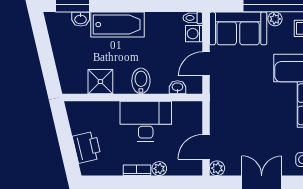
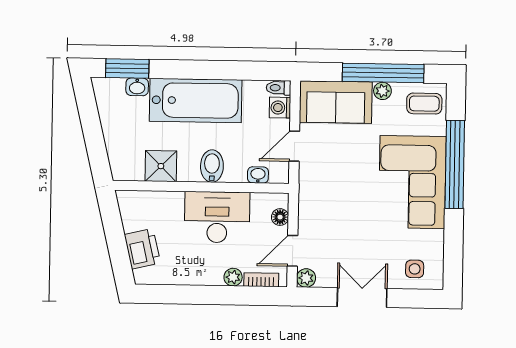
bathtub: (117, 25) -> (196, 100), width x1.36, depth x1.36
floor lamp: (196, 120) -> (280, 217), added
bookcase: (137, 170) -> (261, 280), moved

